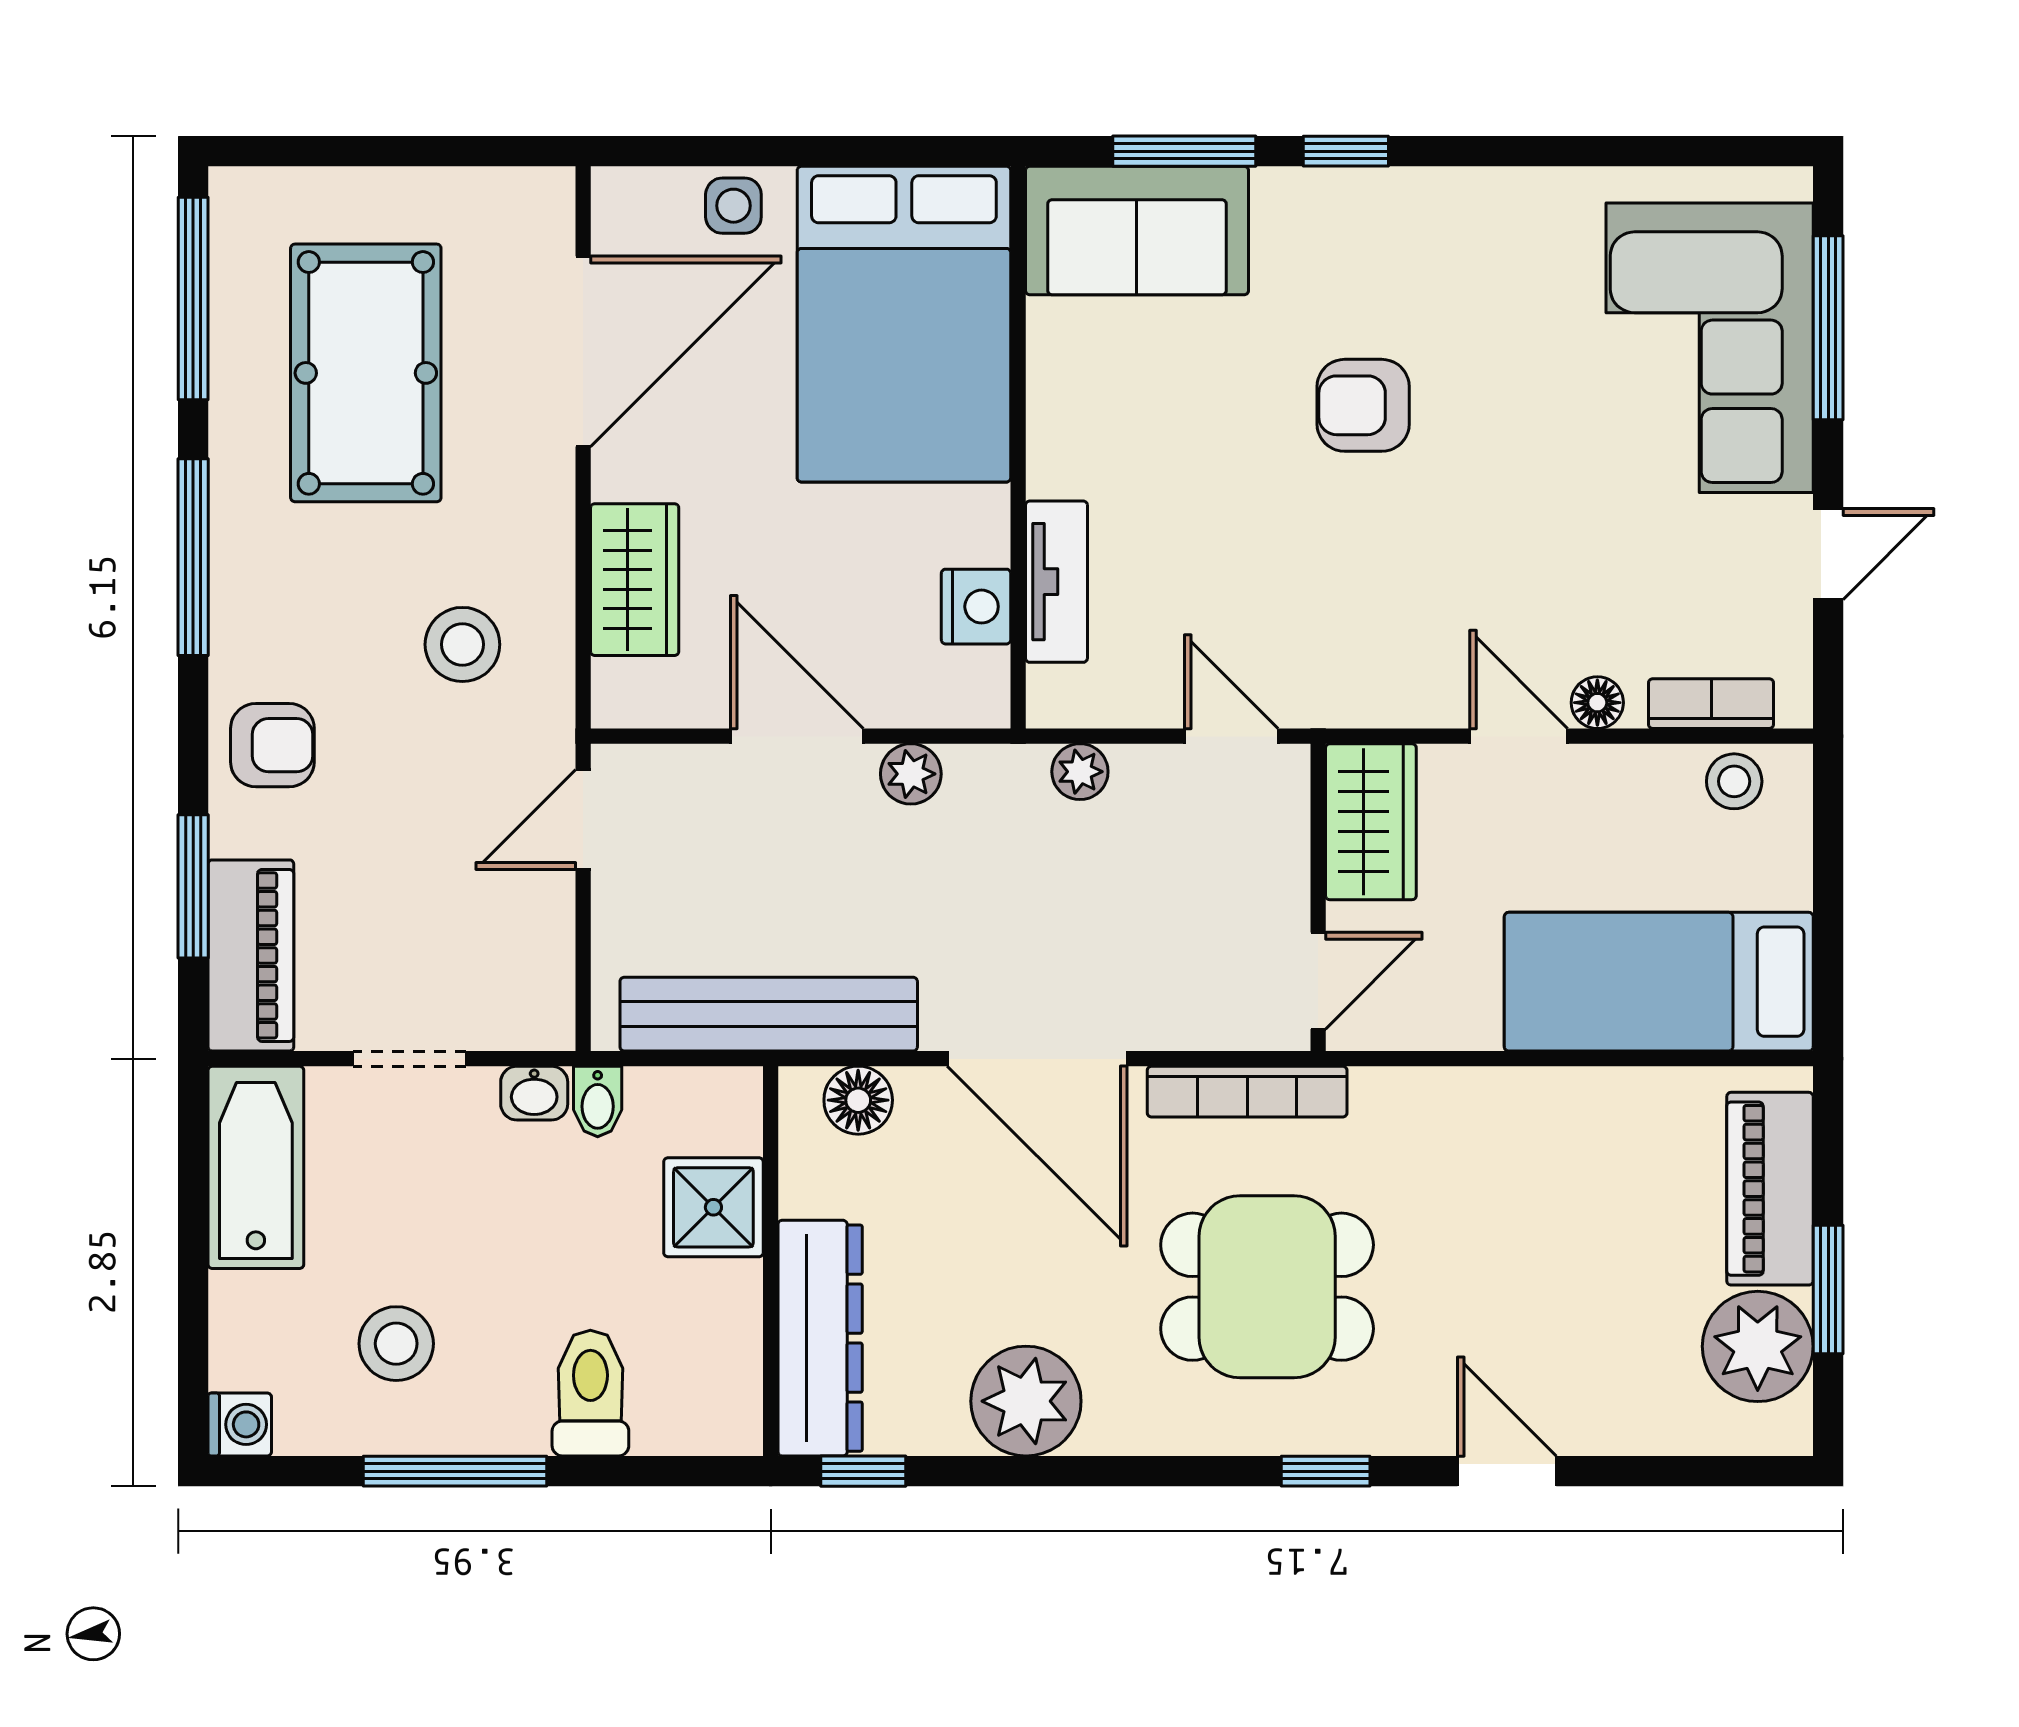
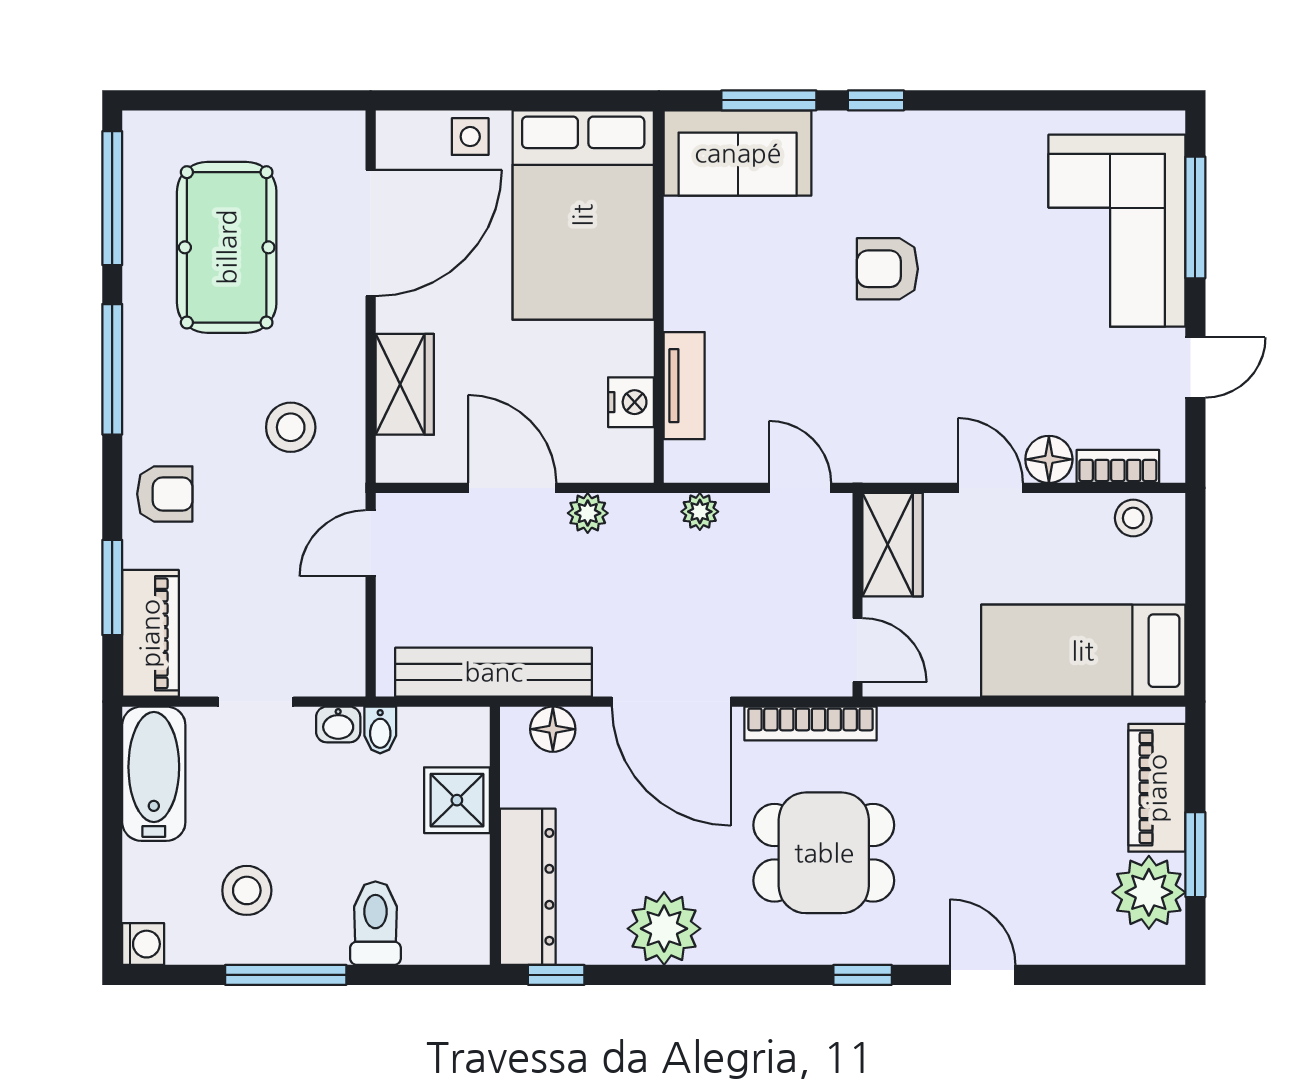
floor lamp: (1597, 703) -> (1049, 459), width x1.37, depth x1.37
door: (1318, 981) -> (858, 650), hinge flipped

